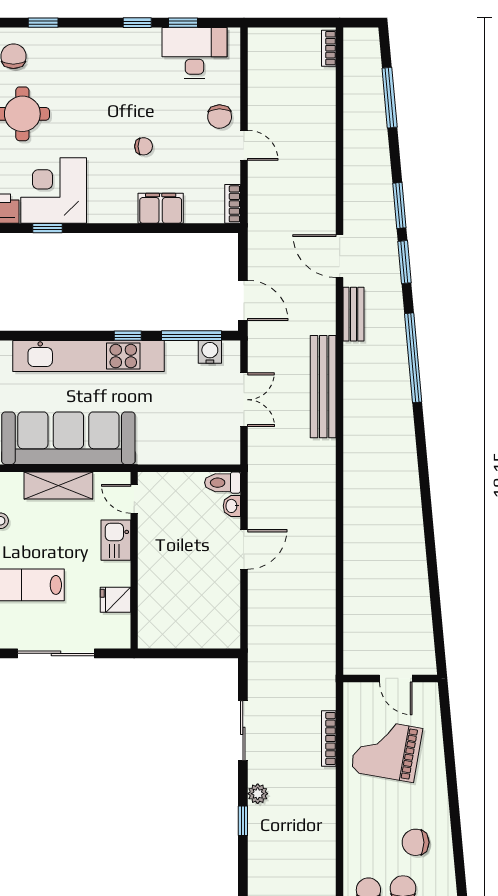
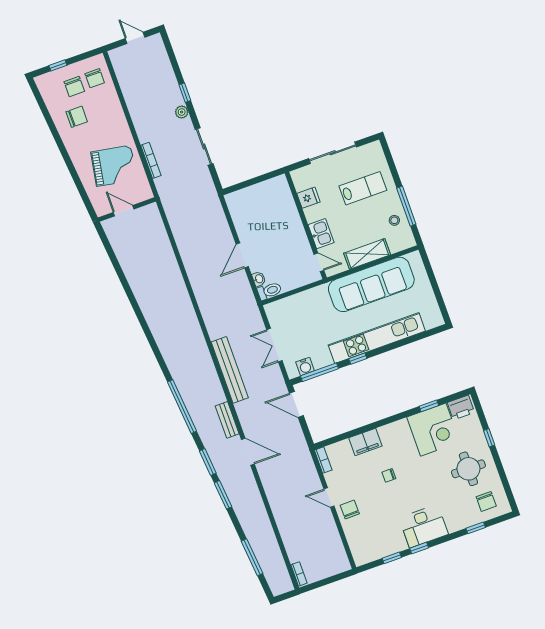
desk: (194, 53) -> (424, 526), moved

